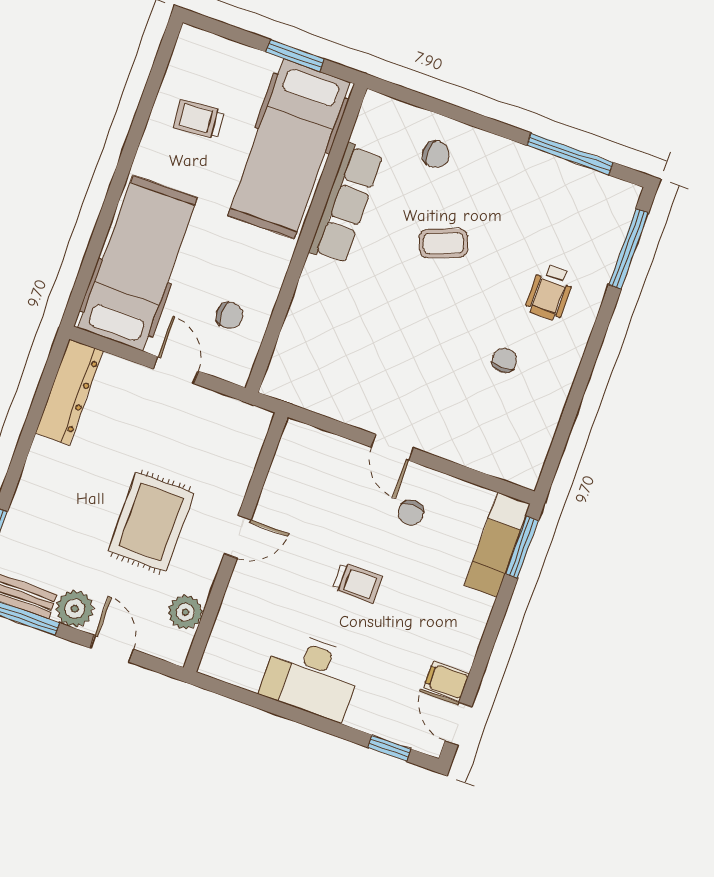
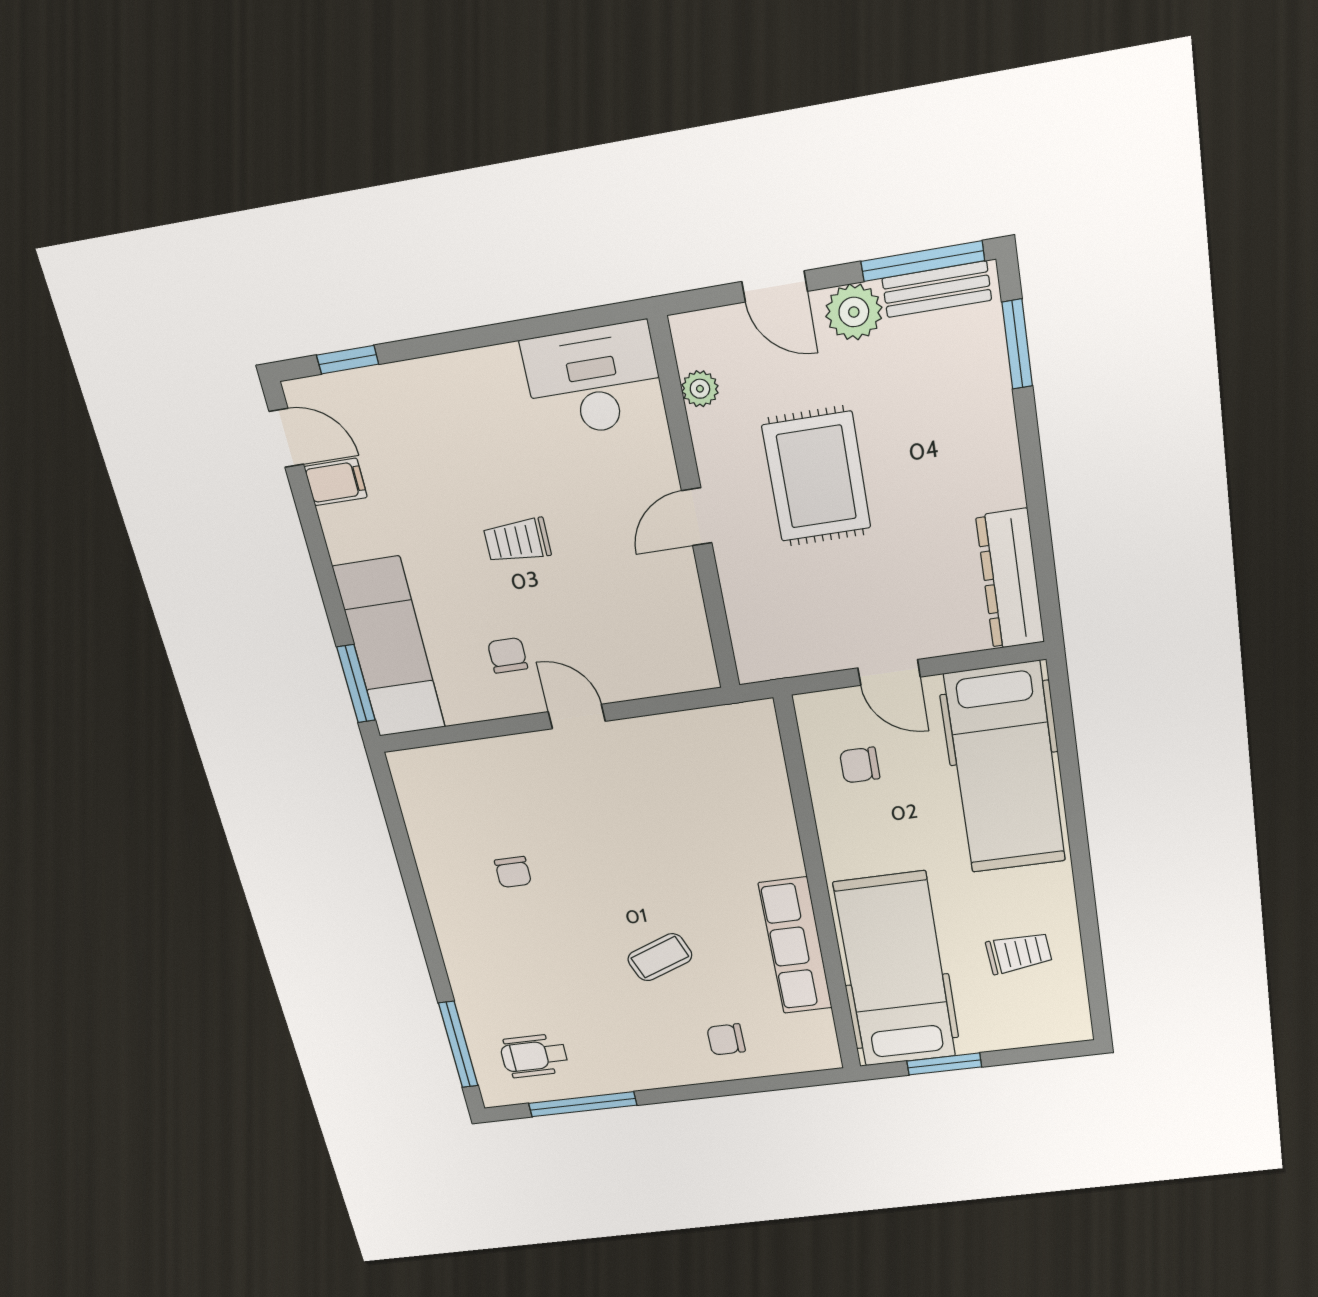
wheelchair: (550, 292) -> (534, 1056), moved, turned -90
exam couch: (497, 545) -> (389, 648), width x1.36, depth x1.45
plant: (185, 612) -> (700, 389), width x0.73, depth x0.73
desk: (311, 676) -> (593, 380), moved

